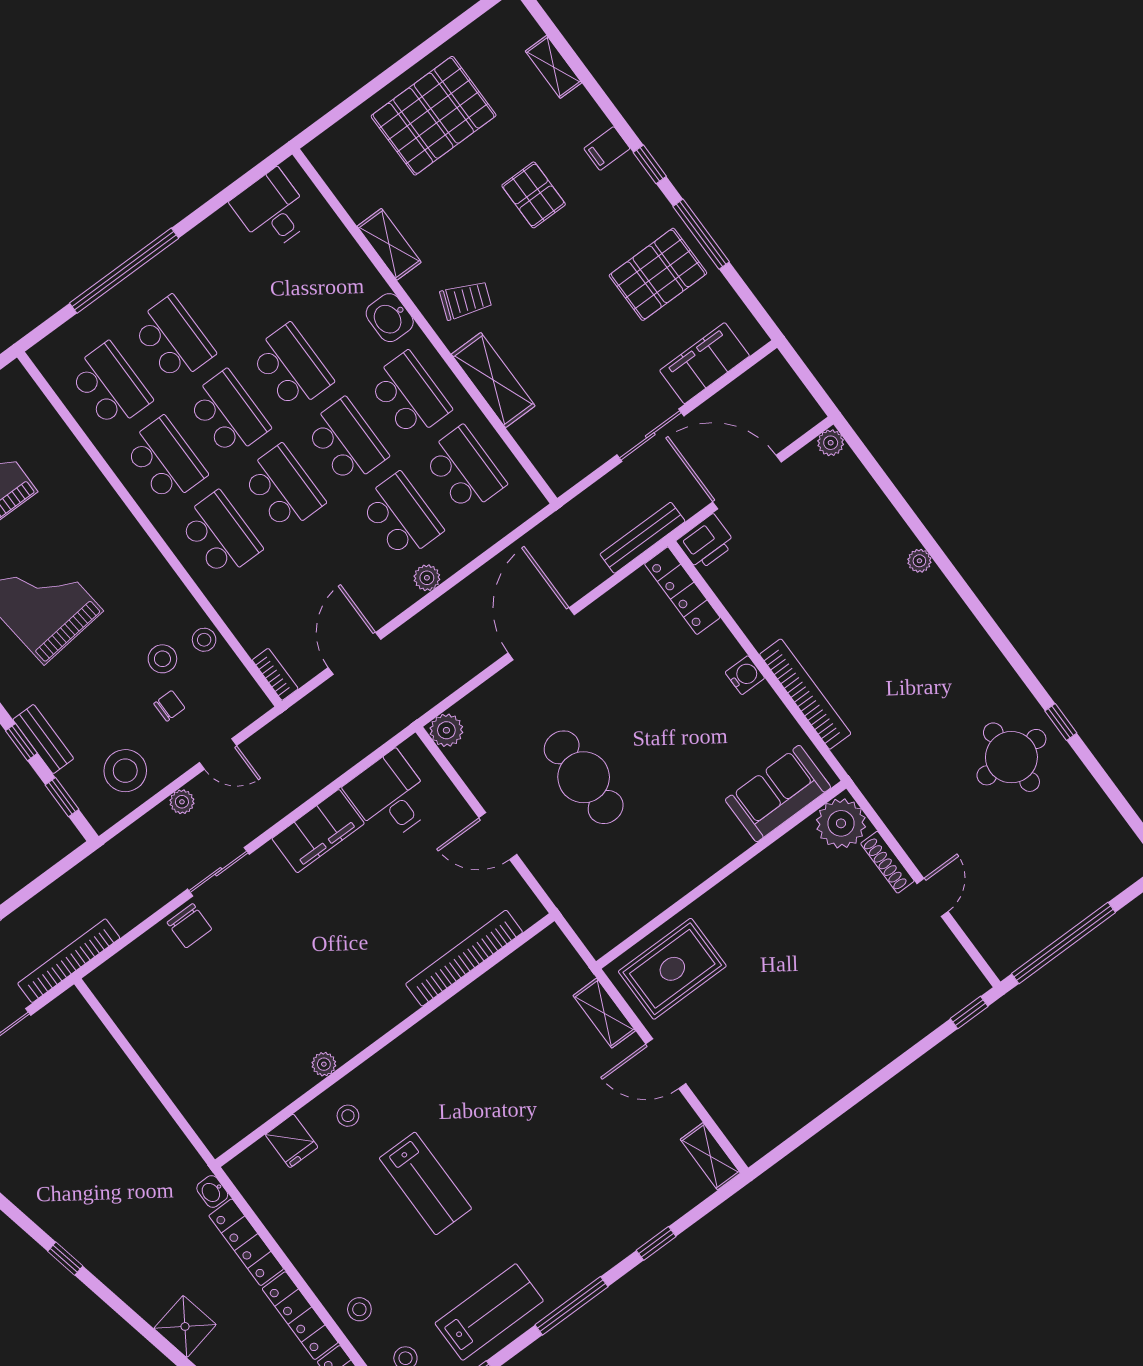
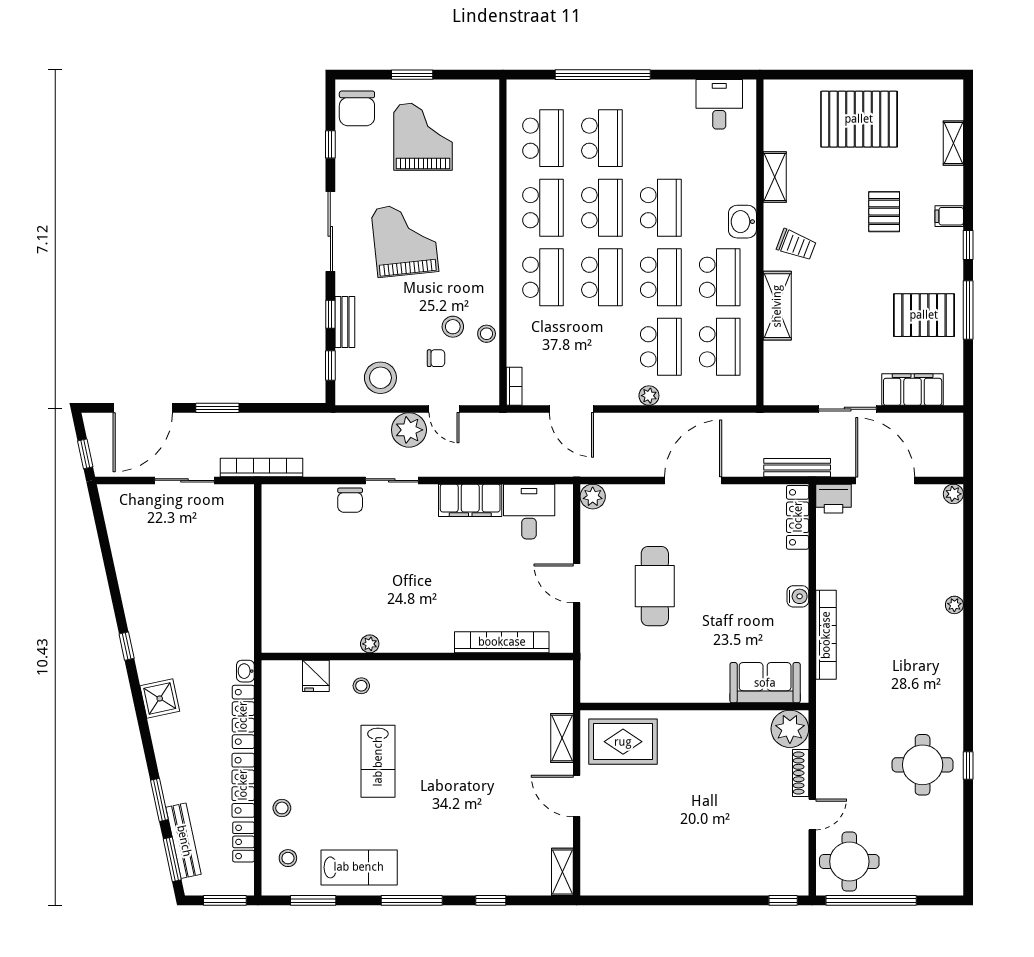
door: (355, 653) -> (571, 409), swing flipped
plant: (182, 802) -> (409, 430), width x1.87, depth x1.87
round table: (1009, 918) -> (849, 861), added
shower: (185, 1326) -> (160, 698), moved

